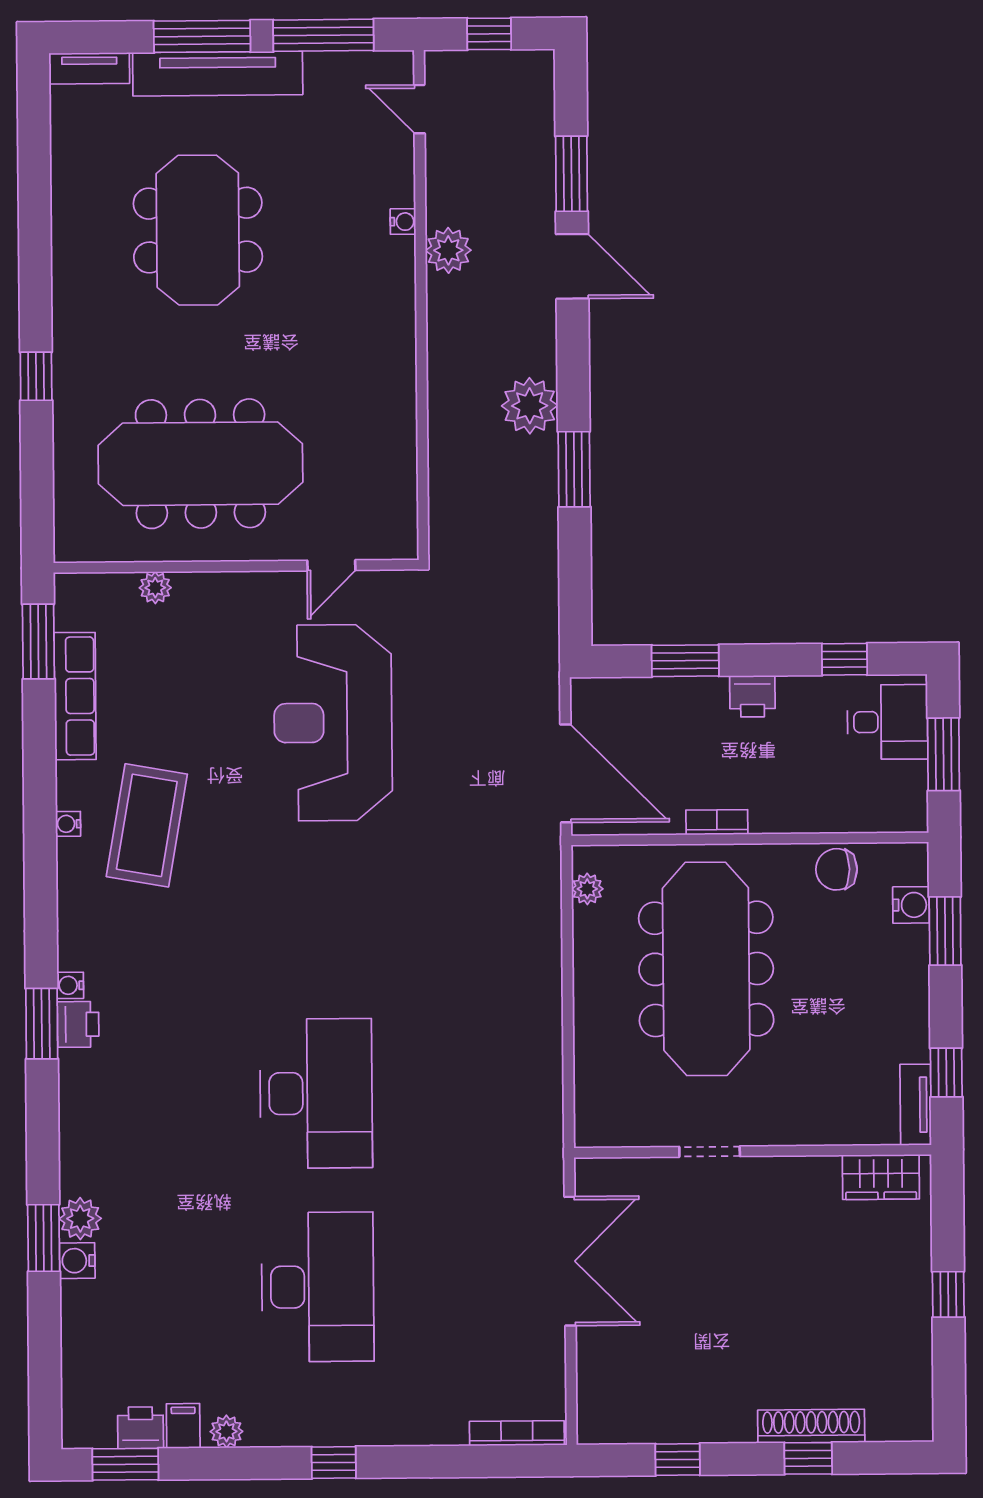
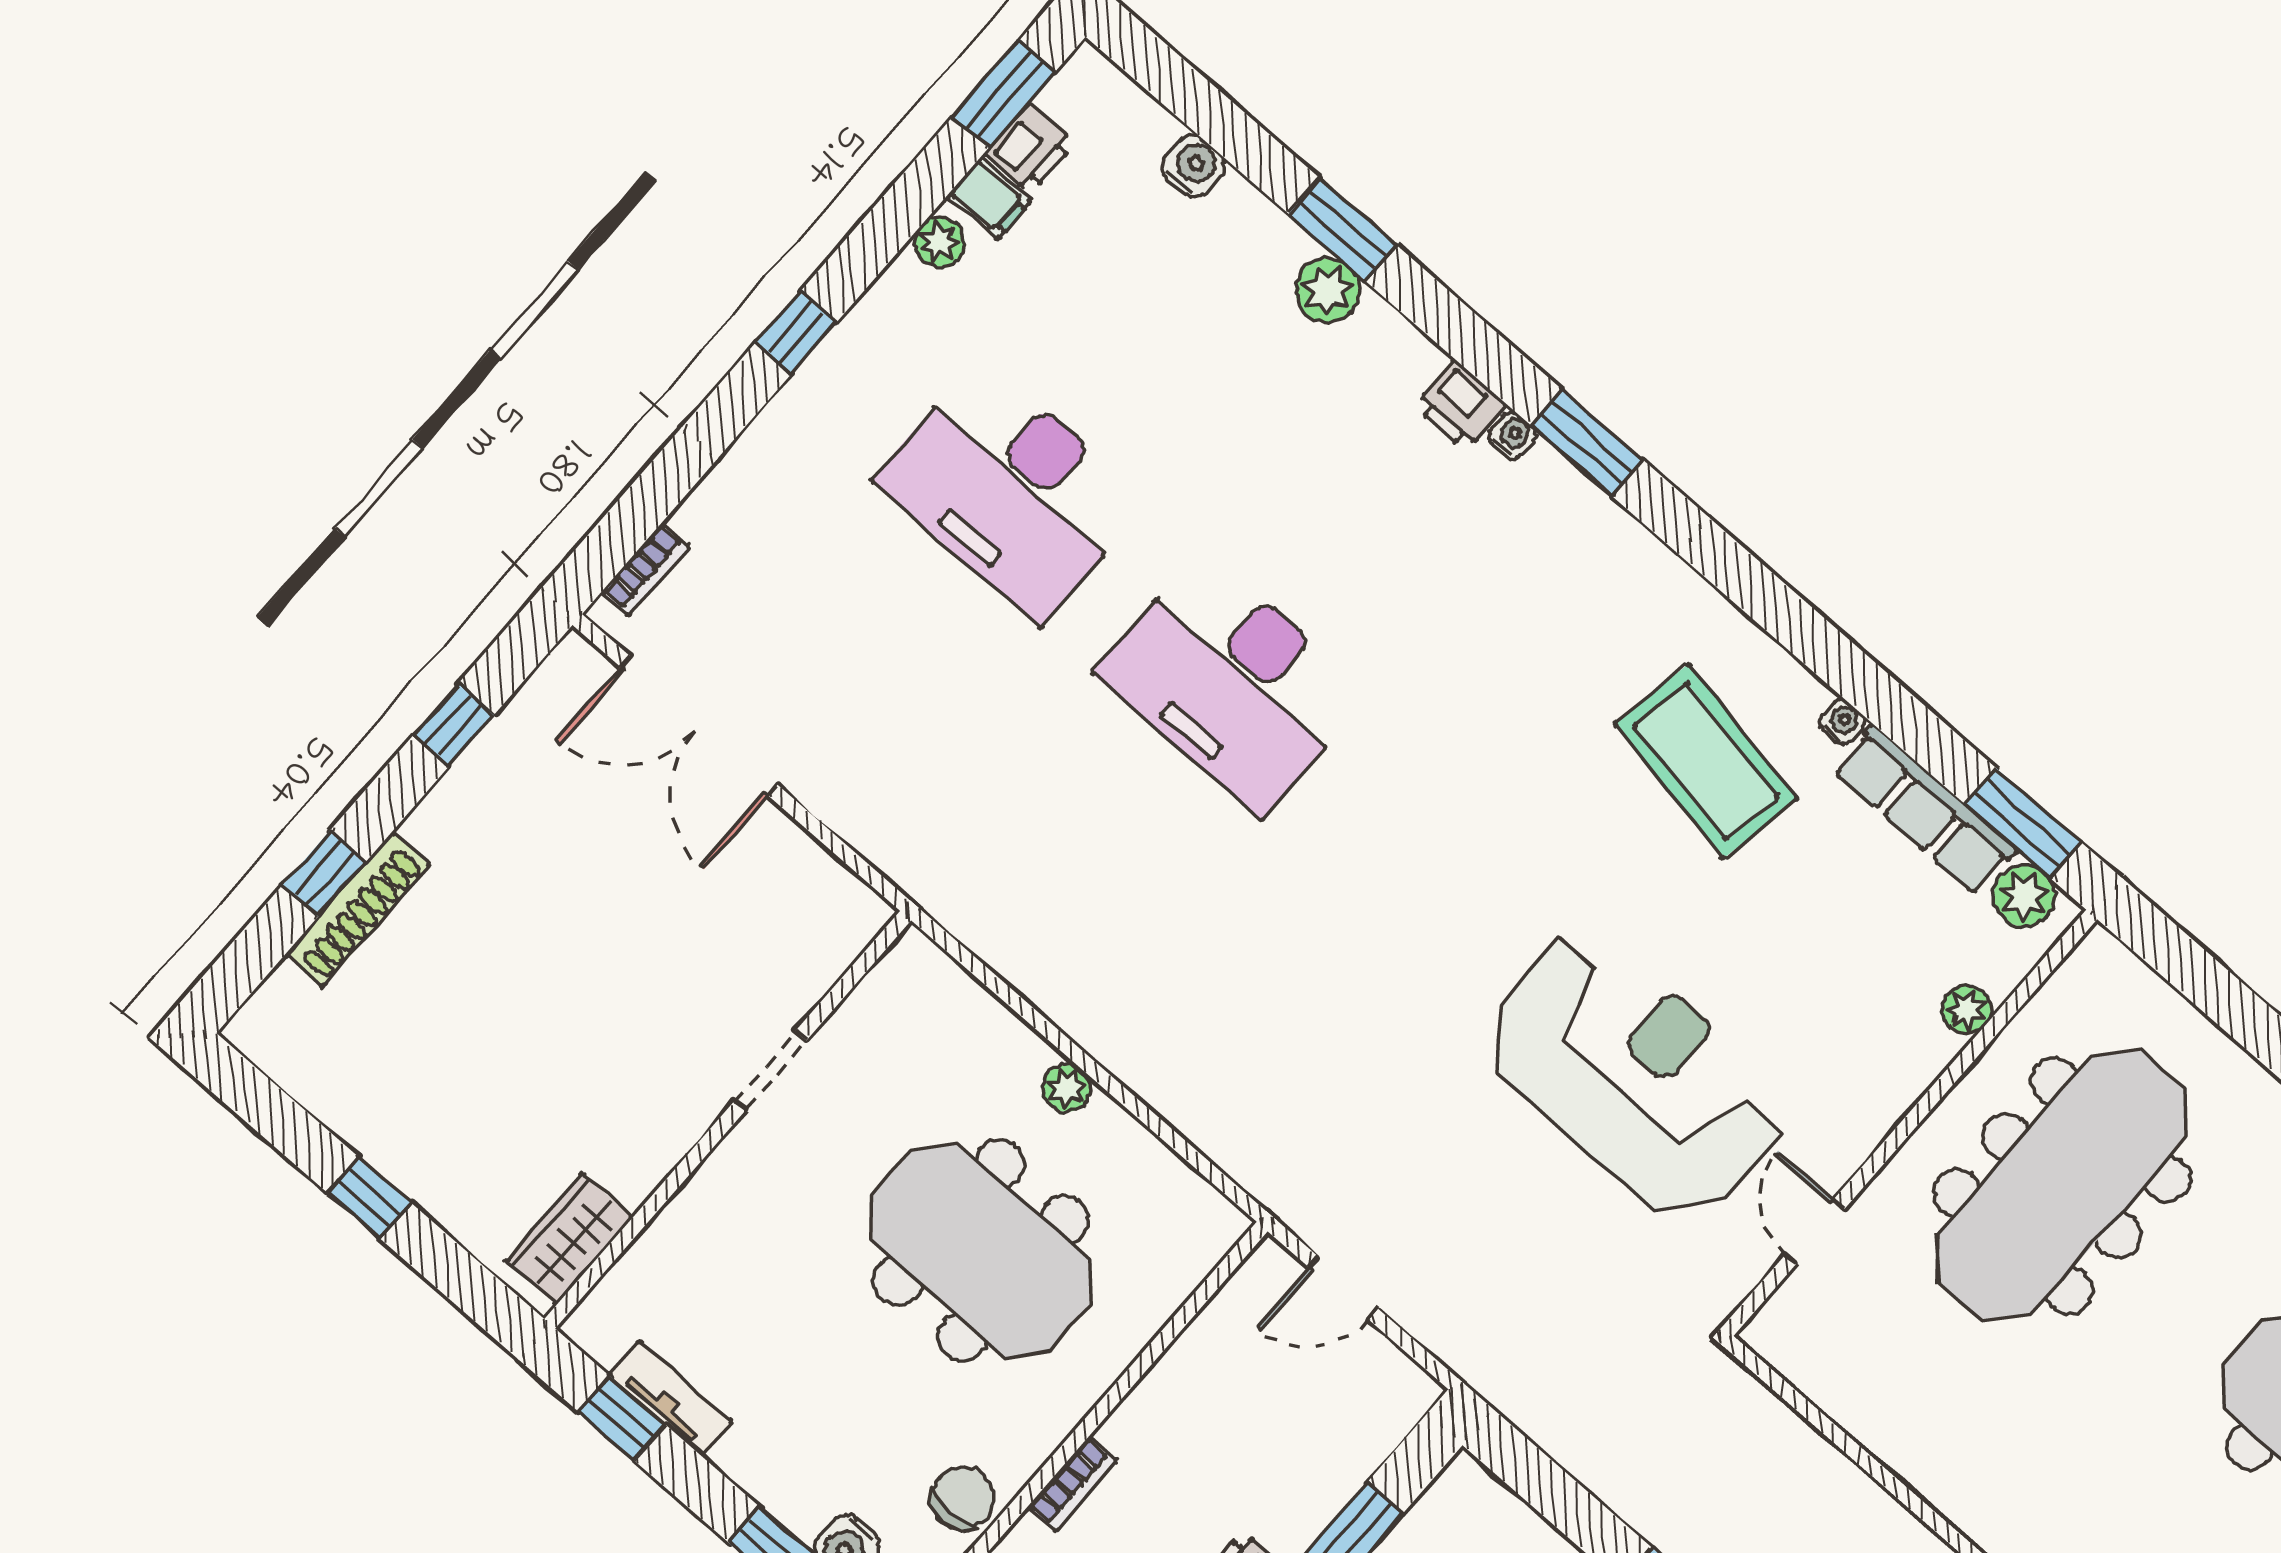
plant: (74, 609) -> (2024, 896), added
door: (566, 773) -> (1343, 1288), width x0.53
bookcase: (717, 822) -> (1072, 1484), moved
water cooler: (68, 824) -> (1842, 722), moved
plant: (587, 889) -> (1067, 1088), moved
meeting table: (706, 969) -> (981, 1250), width x0.73
water cooler: (70, 985) -> (1513, 436), moved
printer: (78, 1024) -> (1460, 405), moved
tv unit: (916, 1105) -> (670, 1398), moved
water cooler: (77, 1261) -> (1193, 166), moved
double door: (570, 1261) -> (699, 726), moved
bookcase: (517, 1433) -> (645, 569), width x0.64

